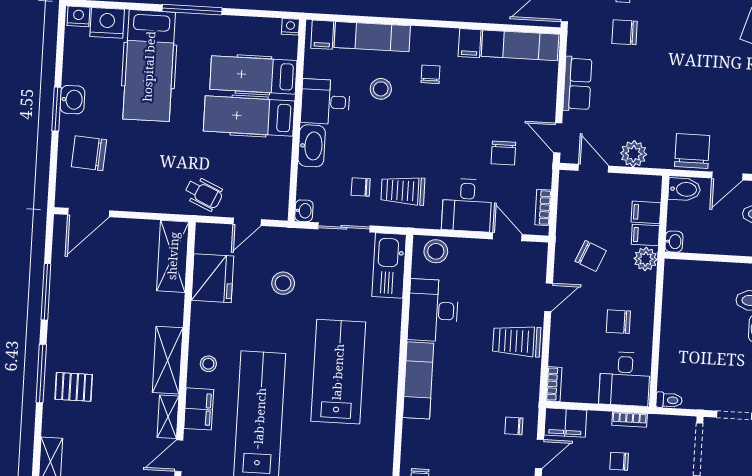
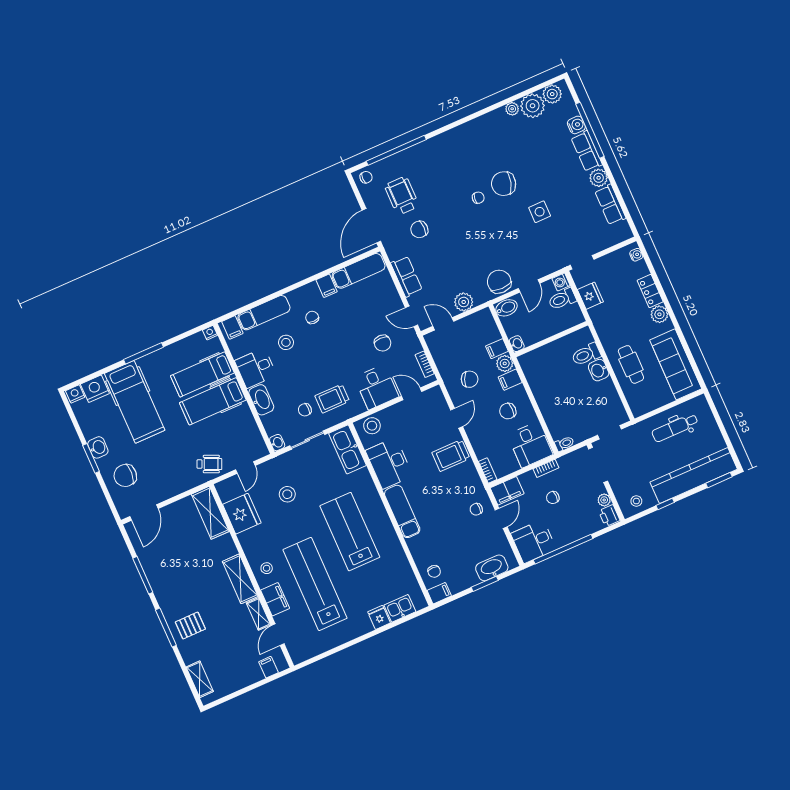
chair: (720, 30) -> (478, 198), added
filing cabinet: (646, 212) -> (510, 380), moved

